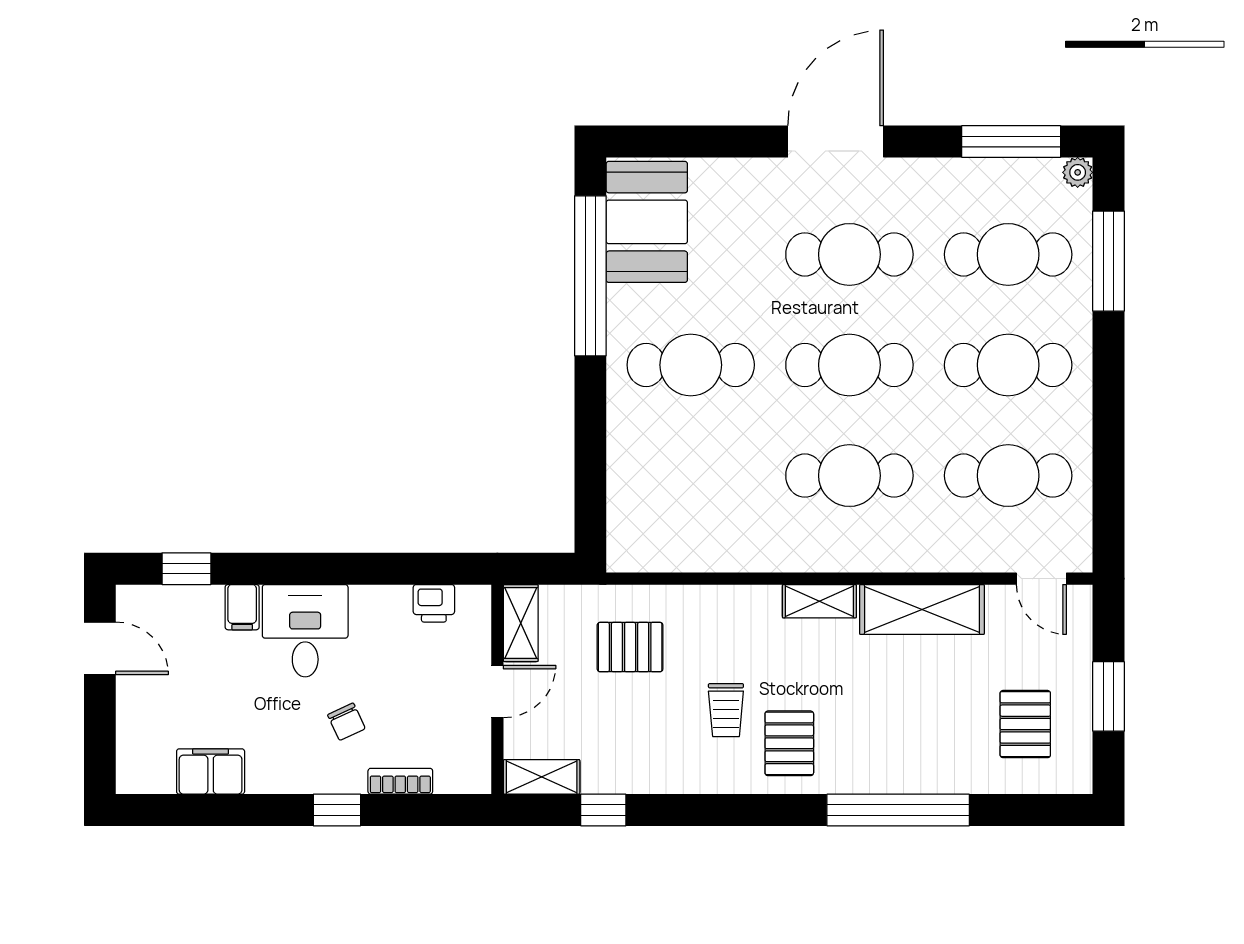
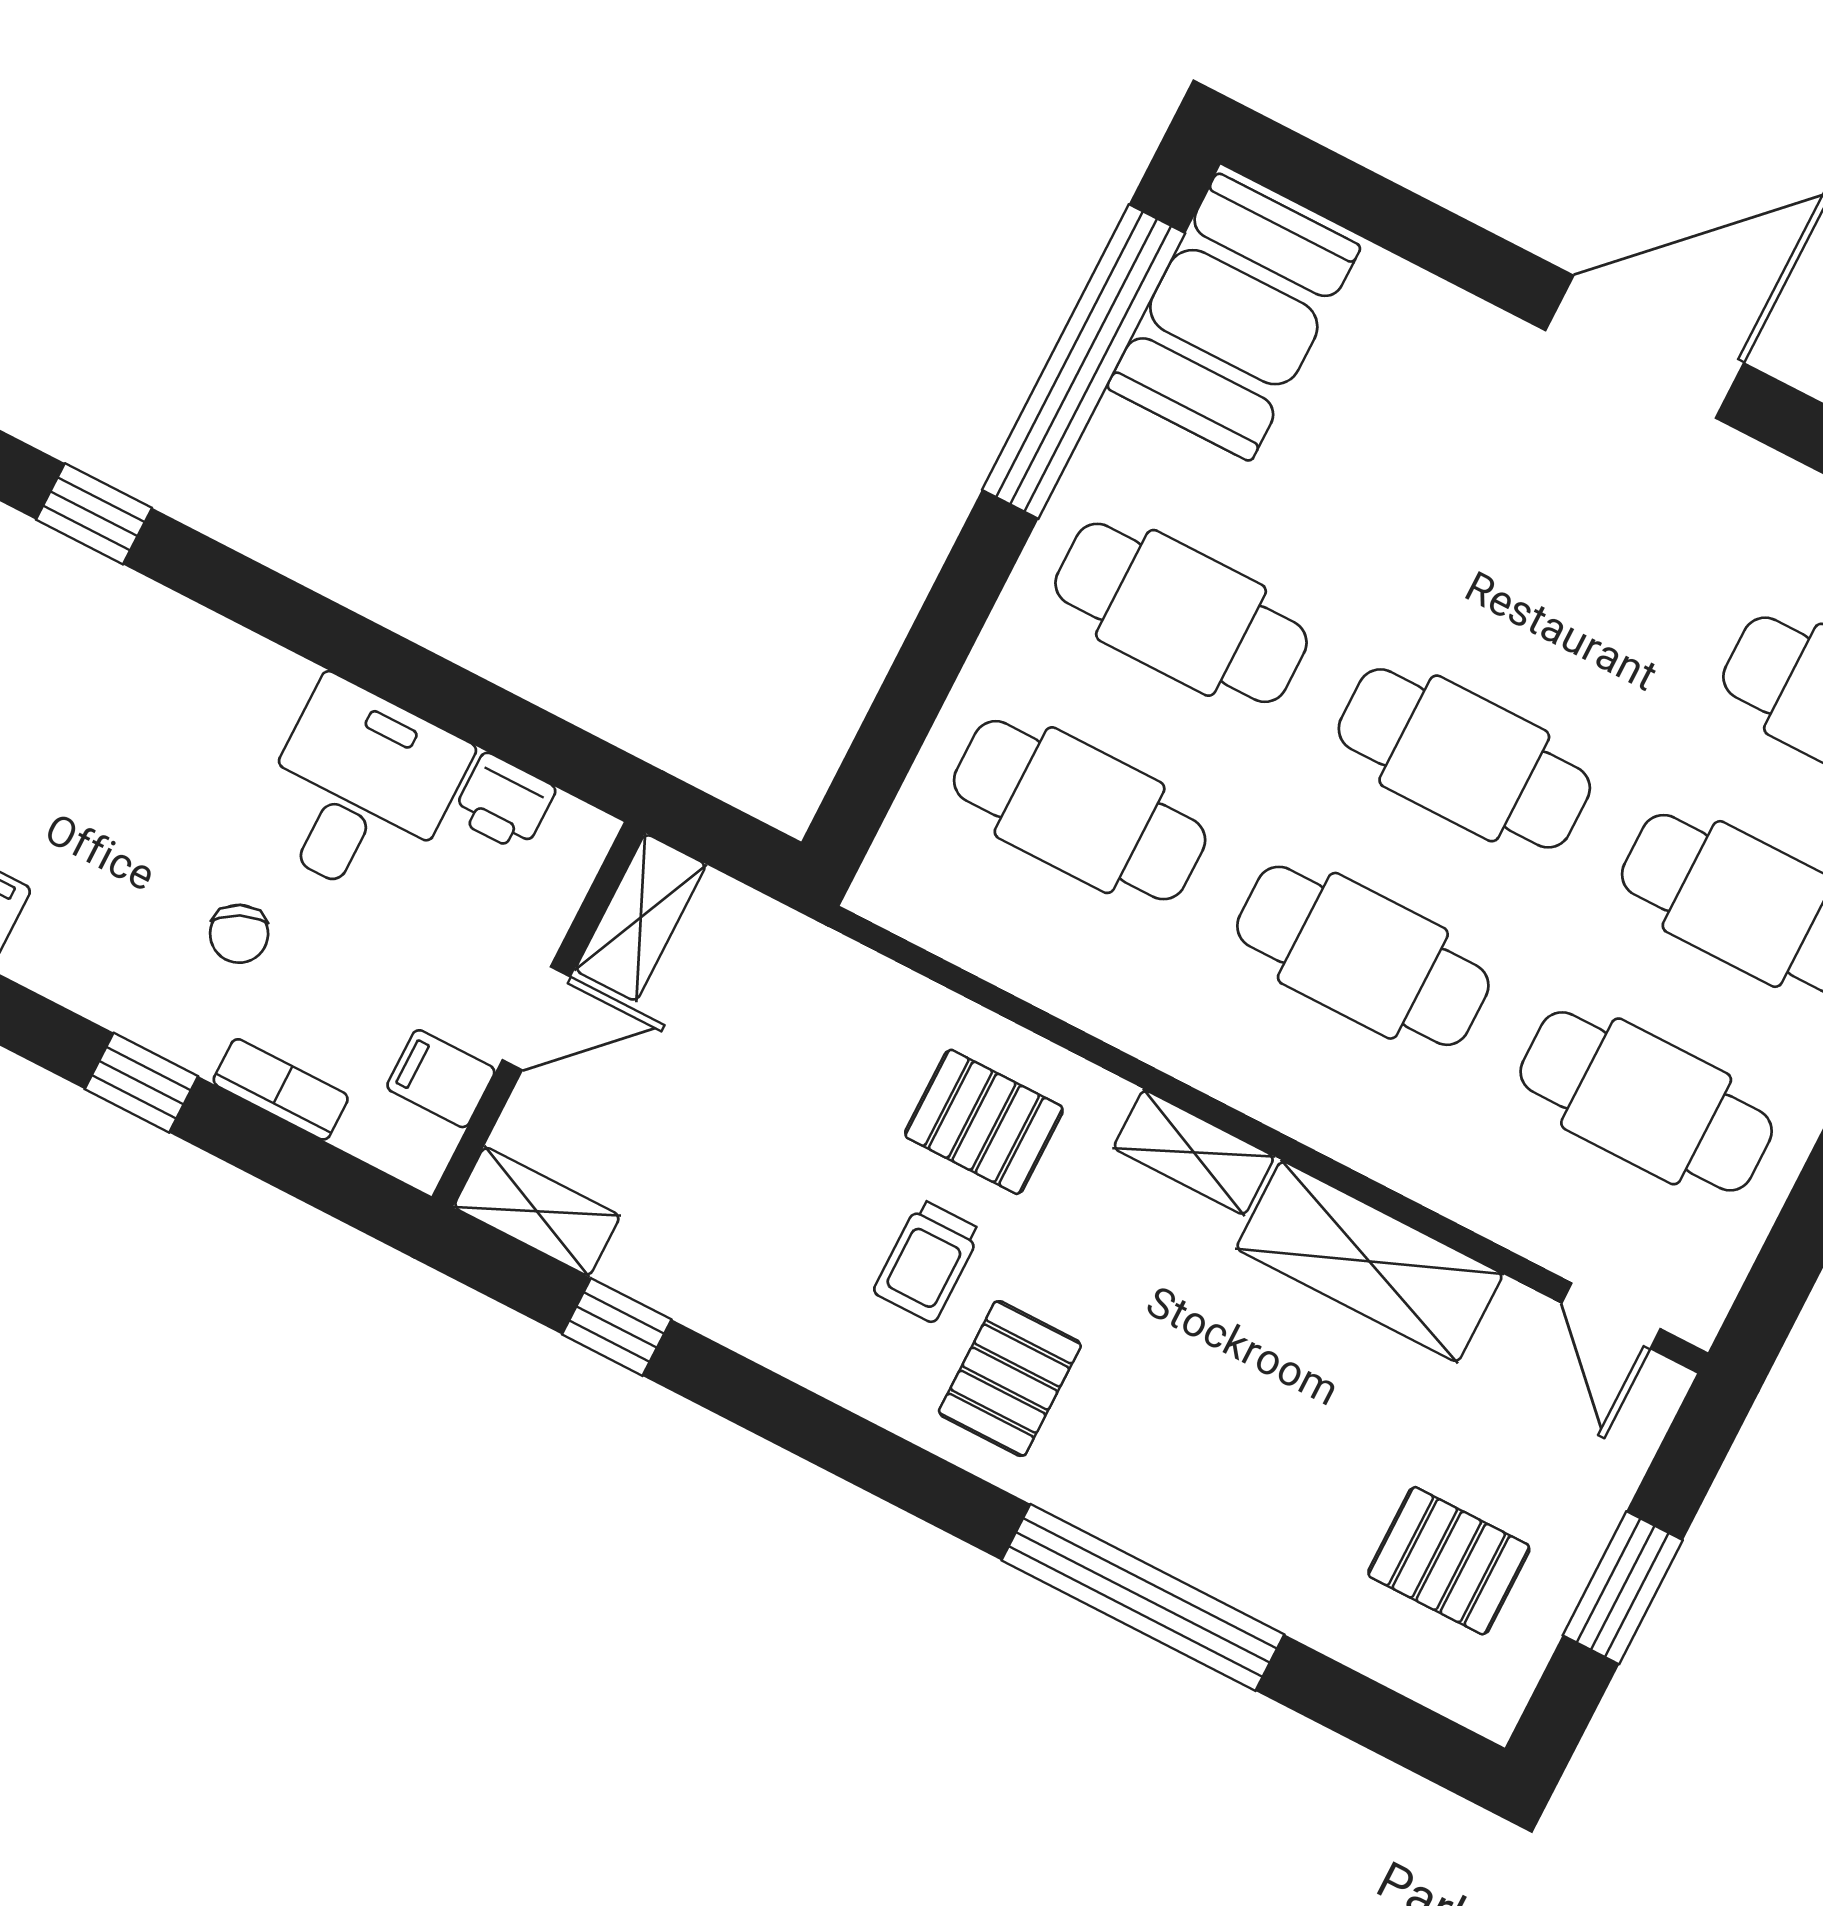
cafe table: (849, 254) -> (1080, 810), moved
filing cabinet: (242, 607) -> (441, 1079), moved, turned 90
desk: (305, 631) -> (360, 790), moved
pallet: (630, 647) -> (984, 1122), moved
pallet: (1025, 724) -> (1449, 1561), turned 90

